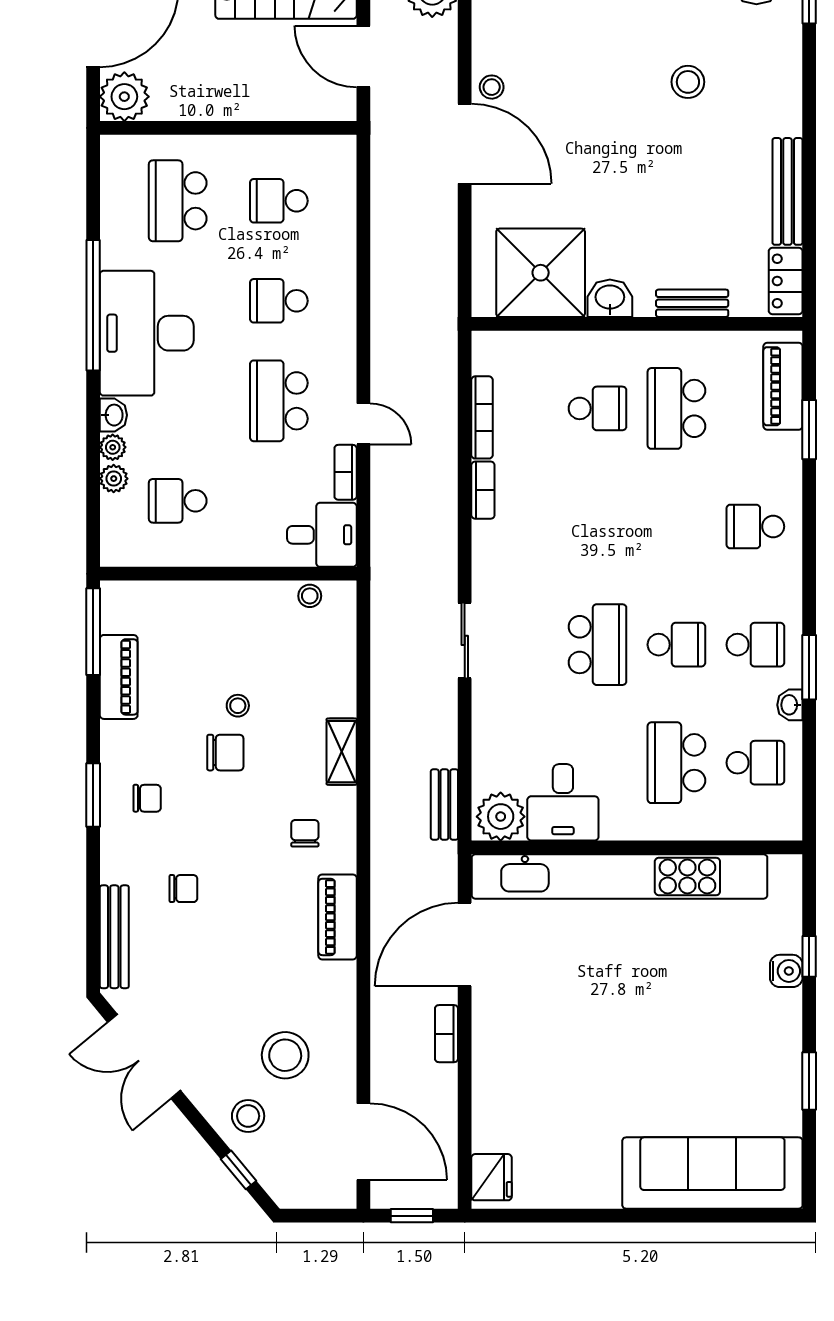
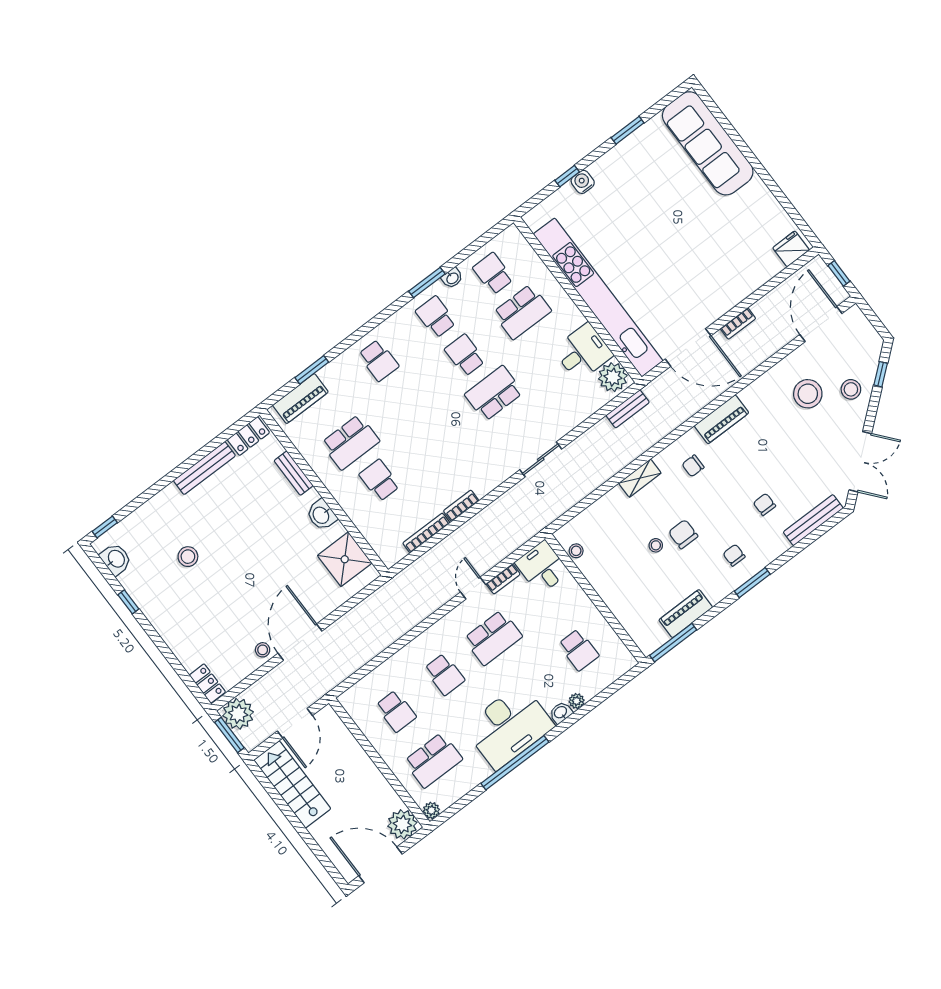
shower: (541, 273) -> (345, 559), width x0.73, depth x0.73
plant: (114, 479) -> (431, 810), moved

